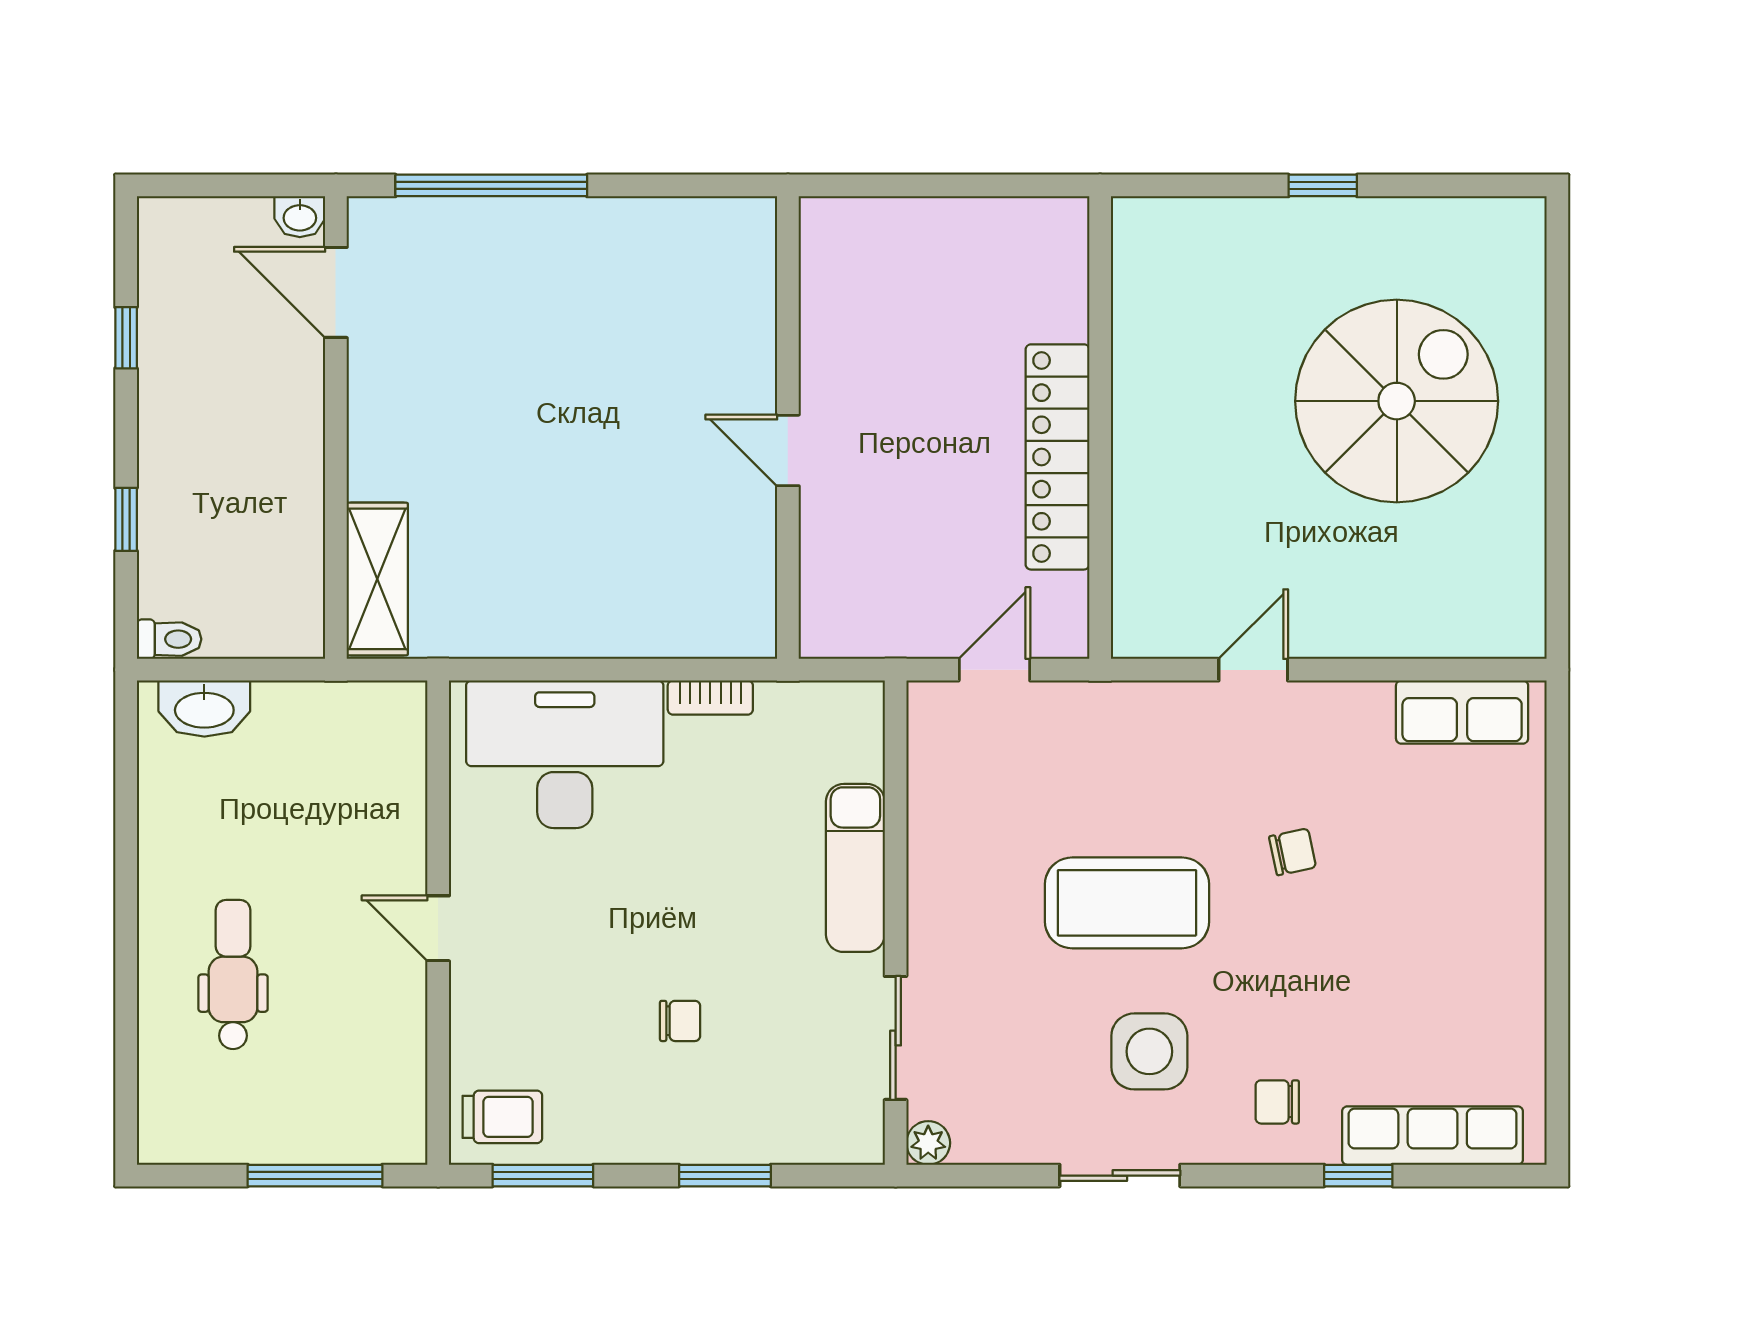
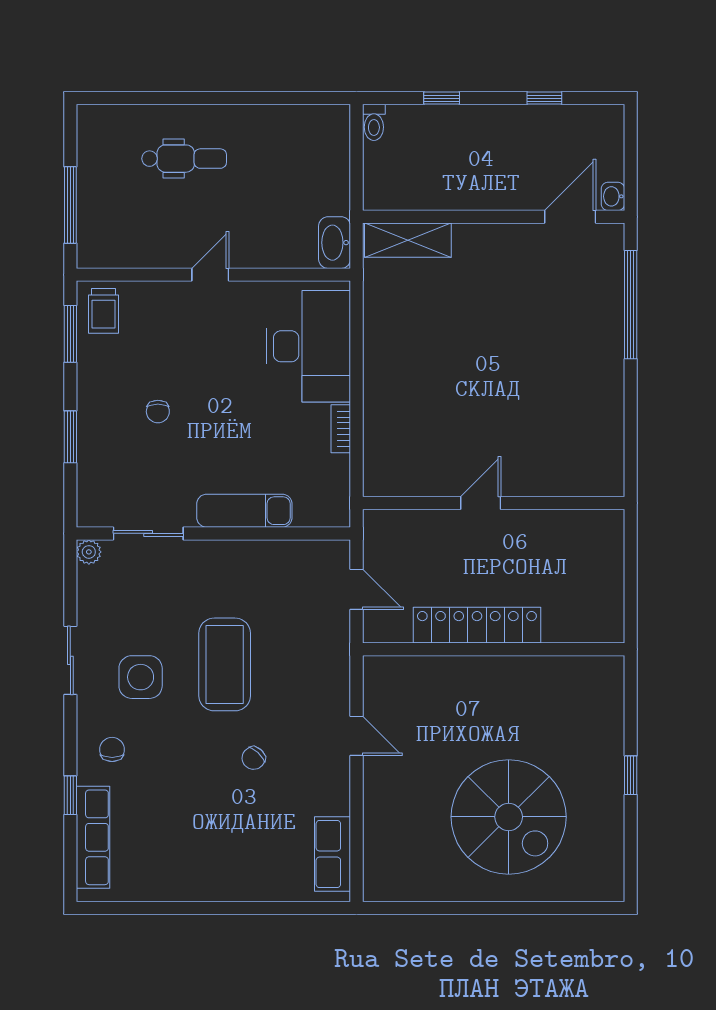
wall: (788, 428) -> (494, 503), moved
door: (788, 450) -> (481, 503), moved
washbasin: (204, 709) -> (335, 243), moved
chair: (1293, 852) -> (254, 758), turned 55

